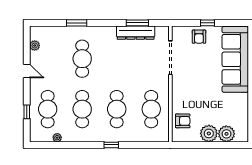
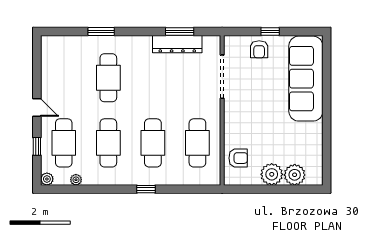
plant: (35, 45) -> (47, 179), moved
door: (27, 71) -> (37, 107), moved

